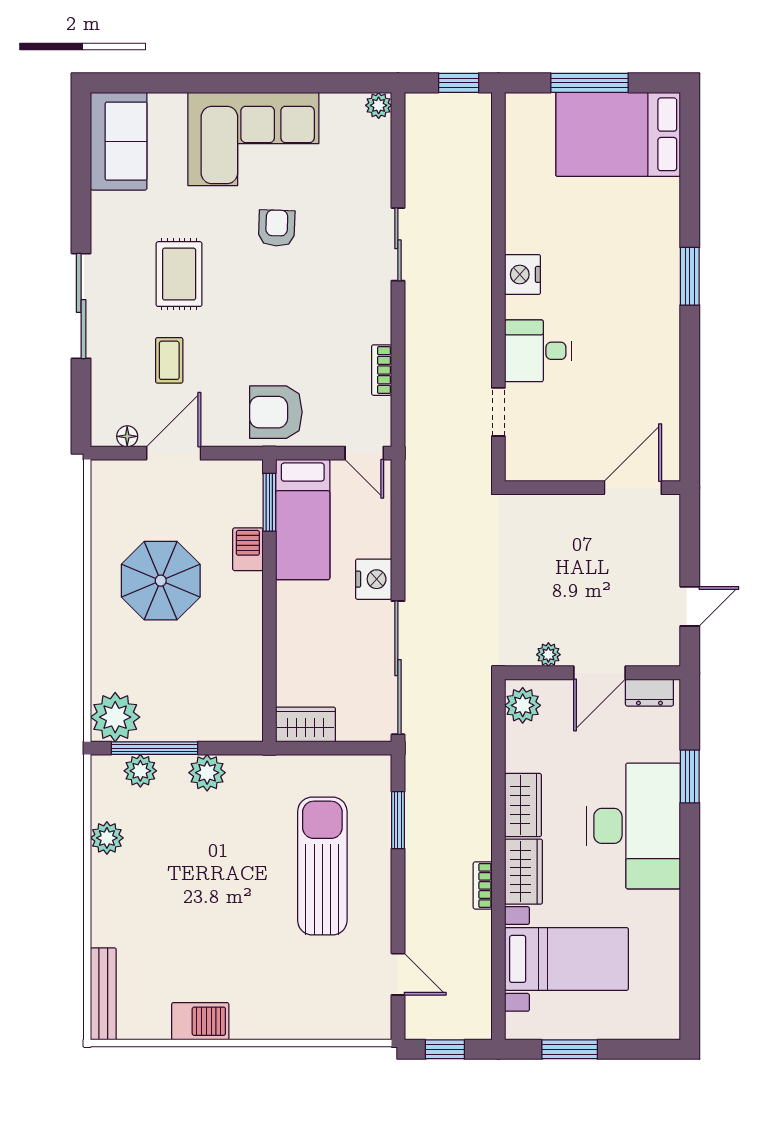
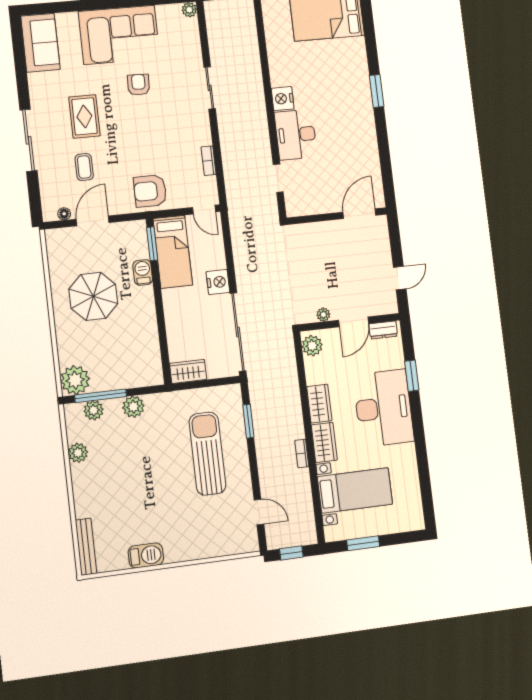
desk: (538, 351) -> (296, 135), width x1.37

